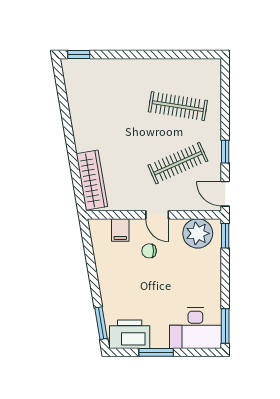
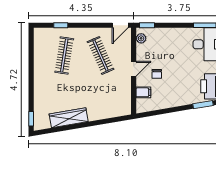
window: (225, 152) -> (61, 25), moved
wardrobe: (92, 180) -> (69, 118), moved
plant: (198, 233) -> (141, 38), width x0.53, depth x0.53

